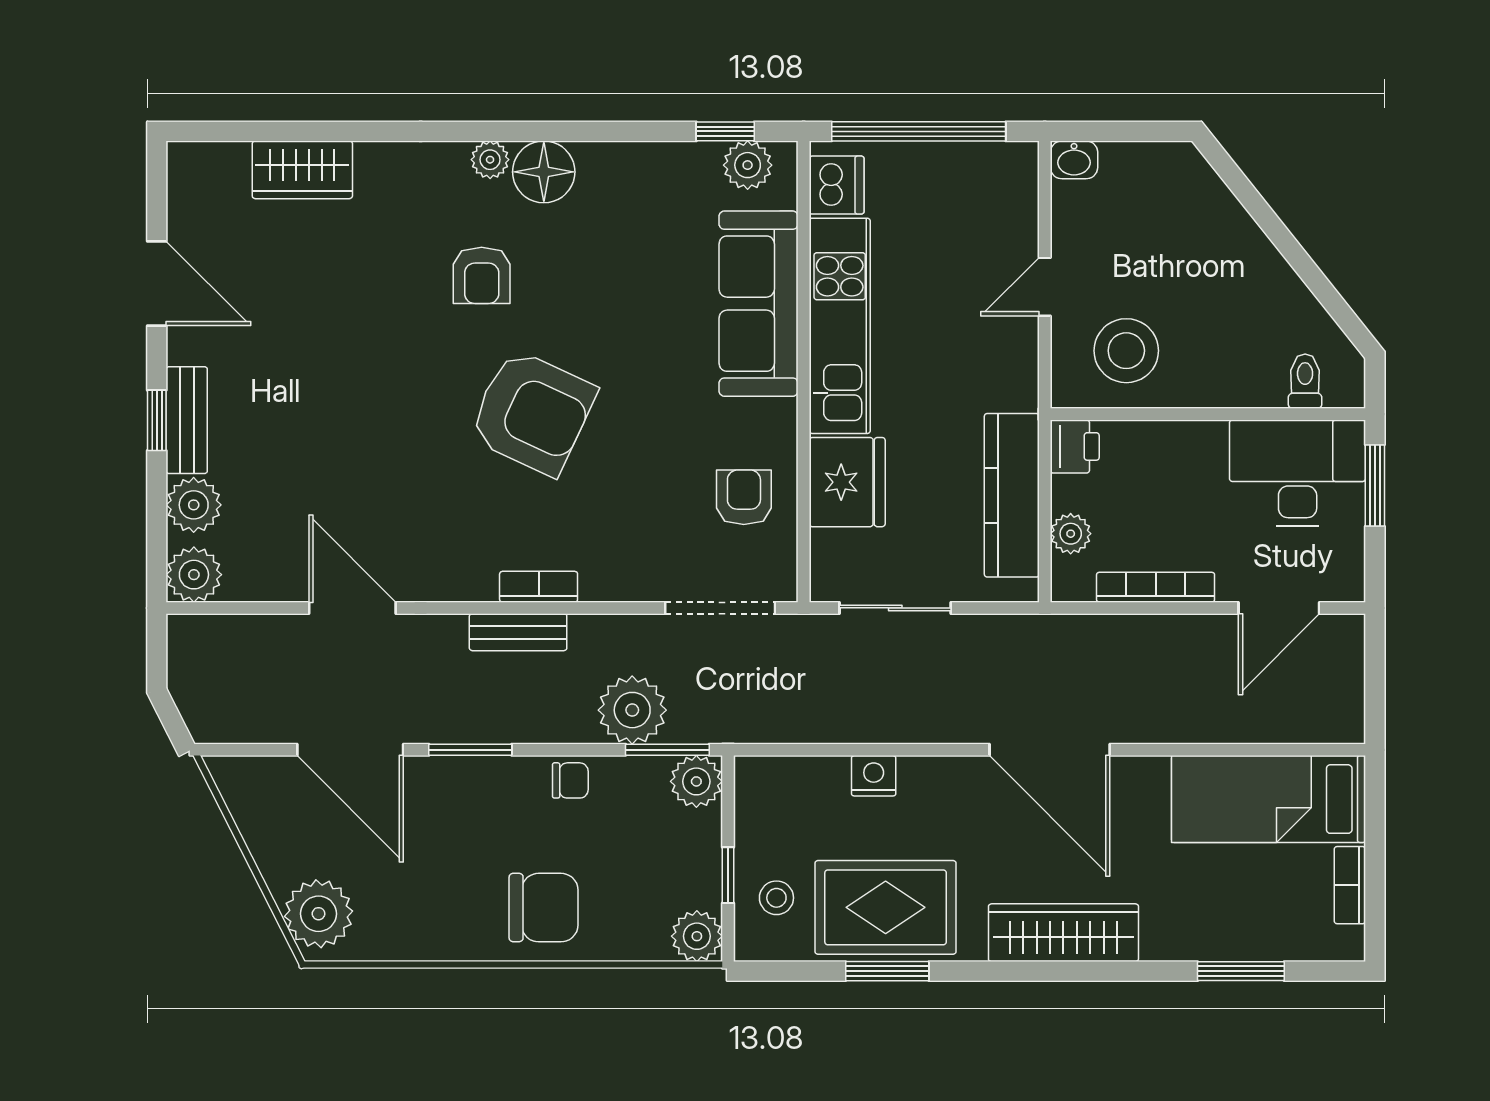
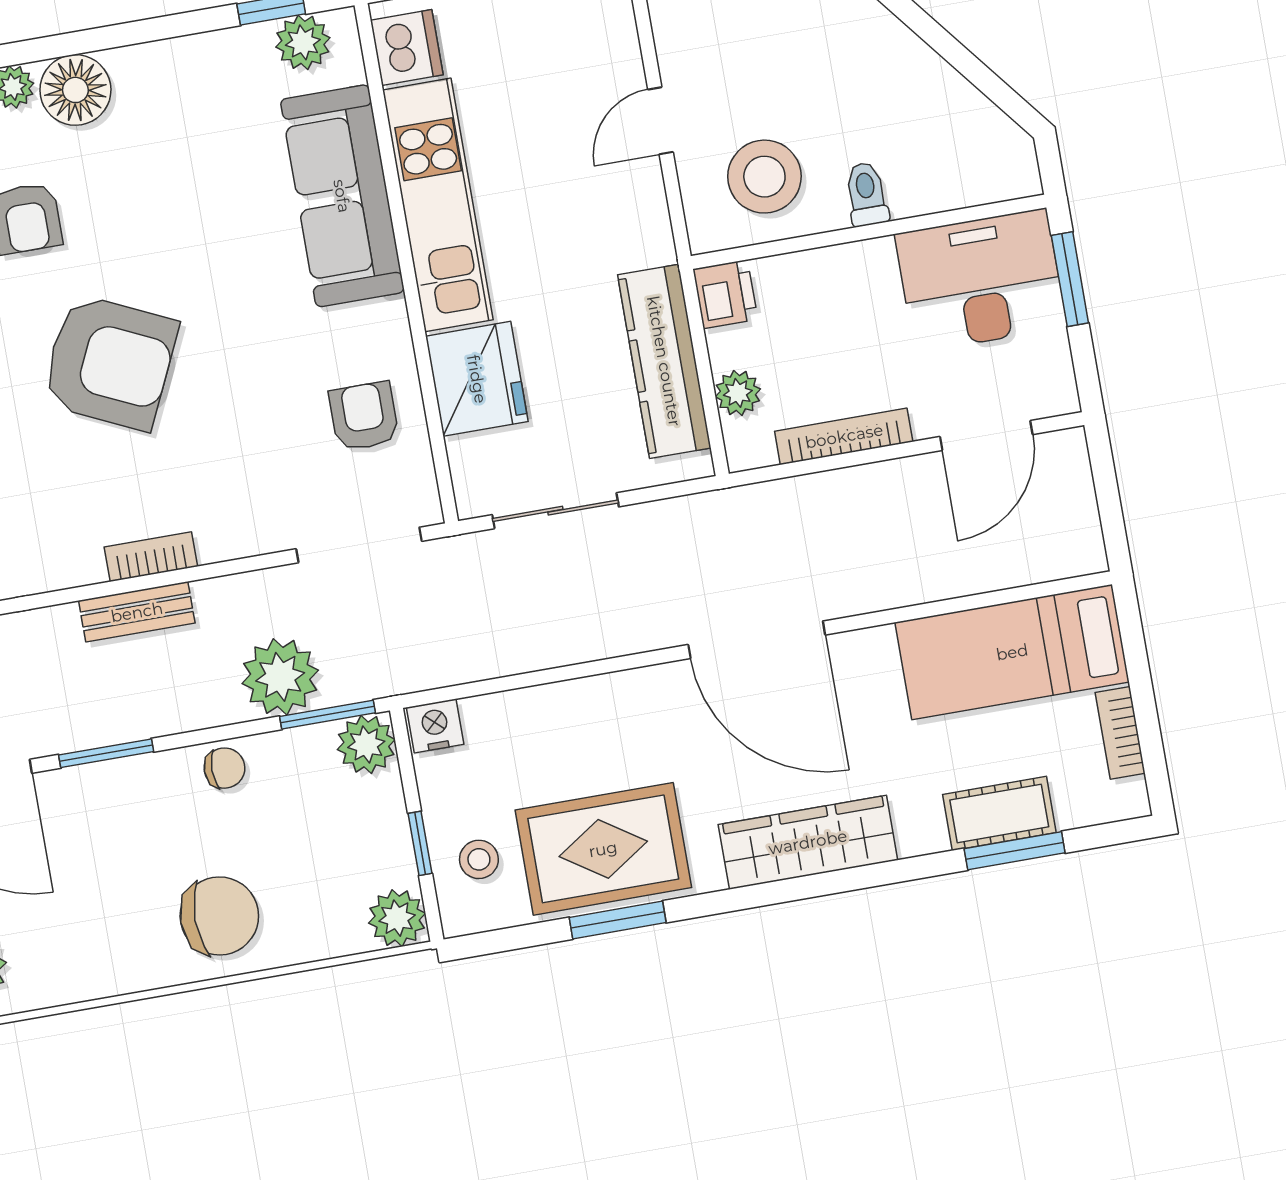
toilet: (1305, 381) -> (867, 194), moved
nightstand: (874, 776) -> (435, 726), moved
cot: (1233, 937) -> (999, 813), added

